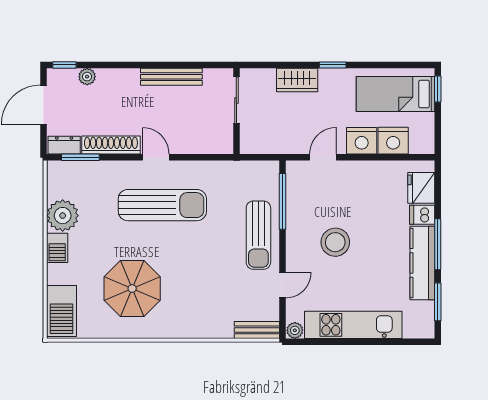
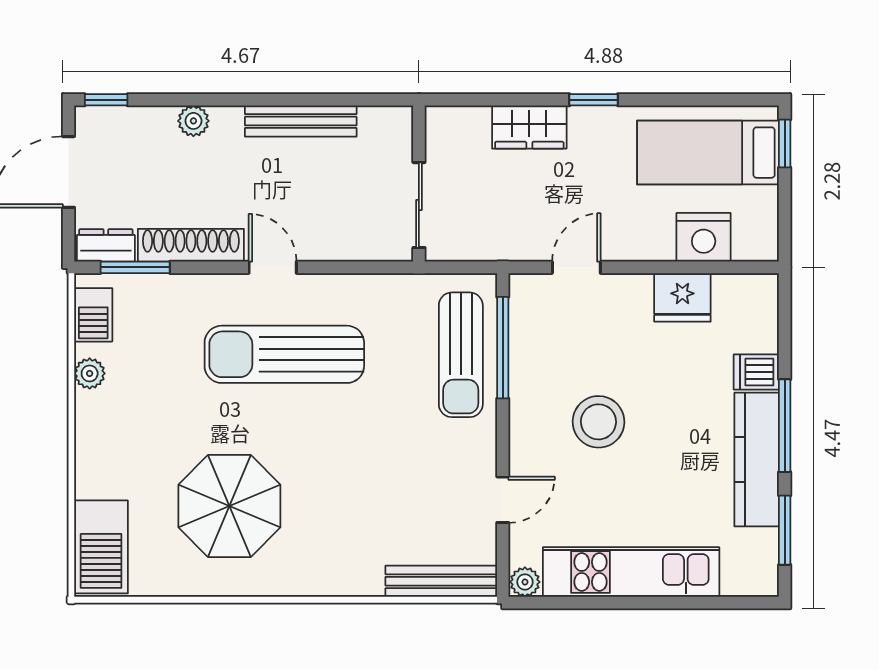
plant: (87, 77) -> (193, 121), moved
sliding door: (236, 100) -> (419, 205), moved
nightstand: (362, 141) -> (646, 237), removed
fridge: (421, 188) -> (682, 297), moved, turned -90
sun lounger: (162, 205) -> (284, 354), turned 180
plant: (63, 216) -> (90, 373), width x0.53, depth x0.53
sun lounger: (258, 235) -> (461, 355), moved
barbecue: (57, 248) -> (93, 315), moved
bench: (257, 330) -> (441, 581), width x1.36

